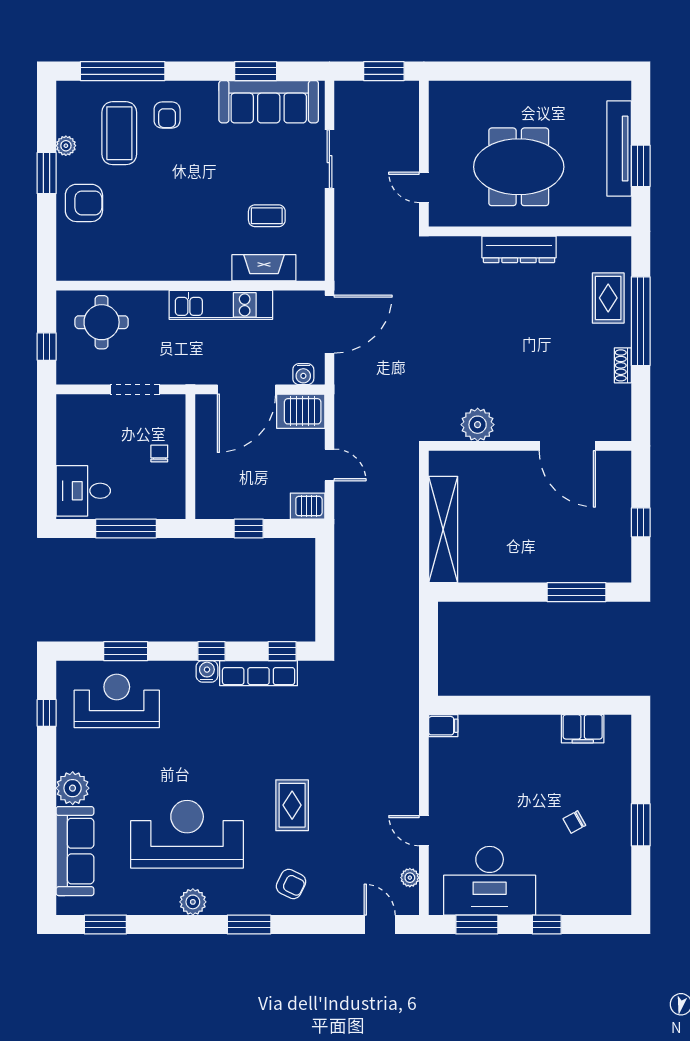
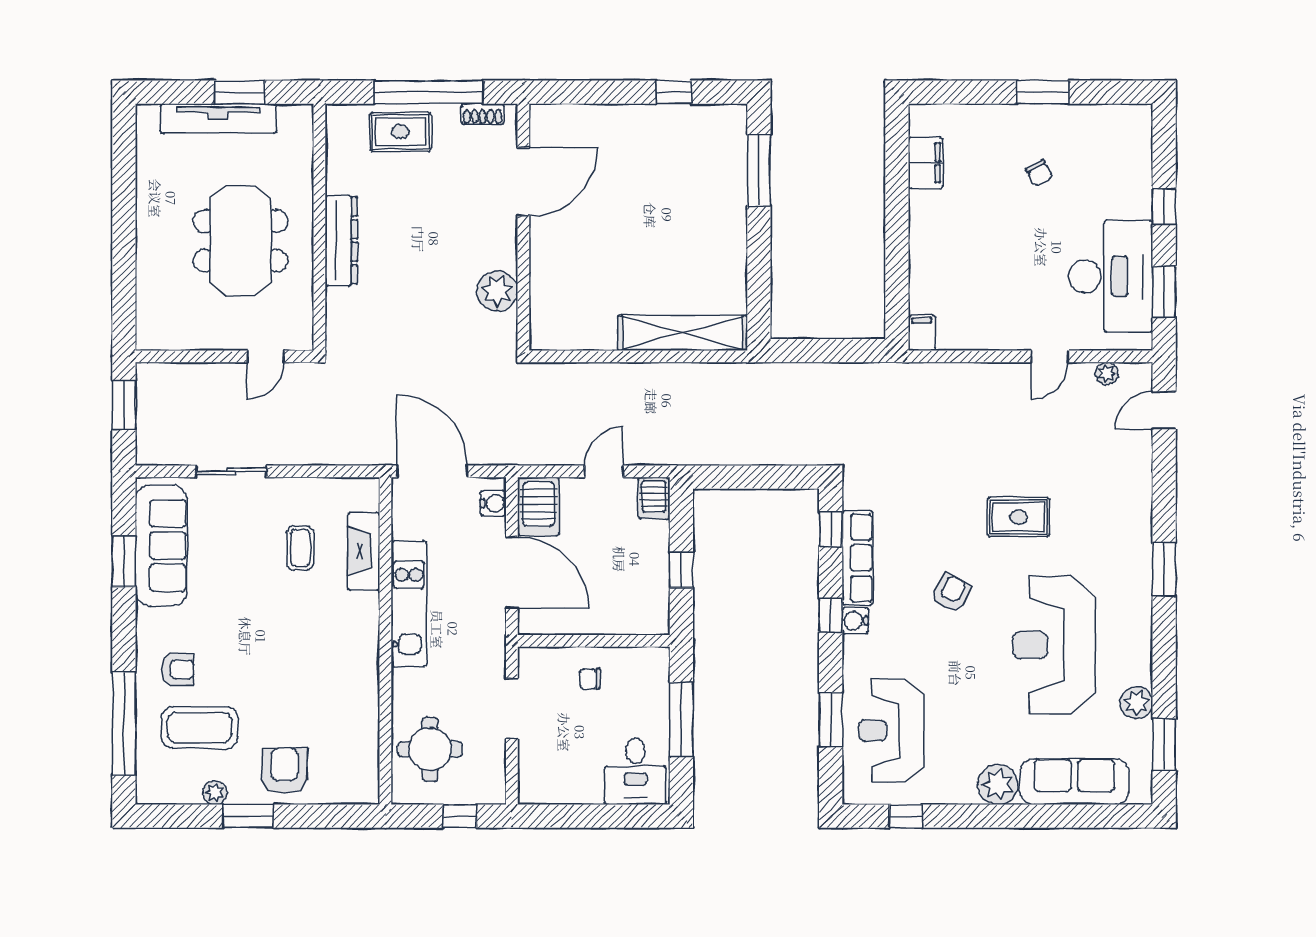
plant: (478, 425) -> (497, 291), moved
wall: (530, 446) -> (523, 227), moved
door: (567, 446) -> (523, 182), moved
armchair: (291, 884) -> (951, 593), moved
plant: (193, 902) -> (1136, 703), moved

